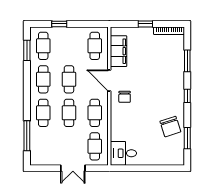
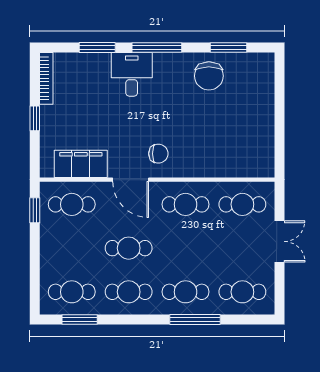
window: (59, 24) -> (35, 210), moved
door: (109, 80) -> (131, 180), hinge flipped
window: (187, 96) -> (157, 47), width x2.17
cafe table: (69, 113) -> (242, 292), moved
chair: (170, 127) -> (209, 76), turned 108
window: (27, 136) -> (195, 320), moved
desk: (123, 153) -> (132, 74), moved, turned 180

